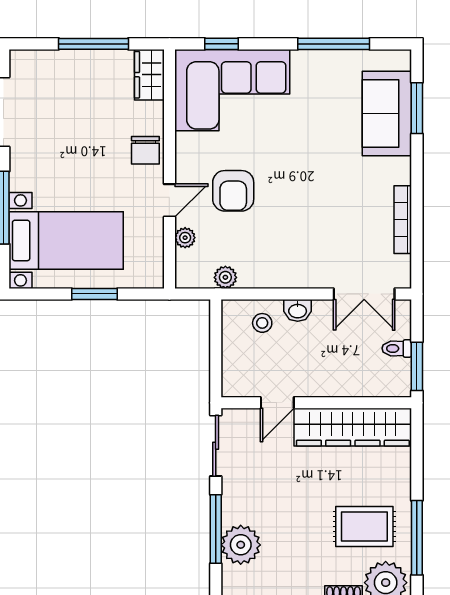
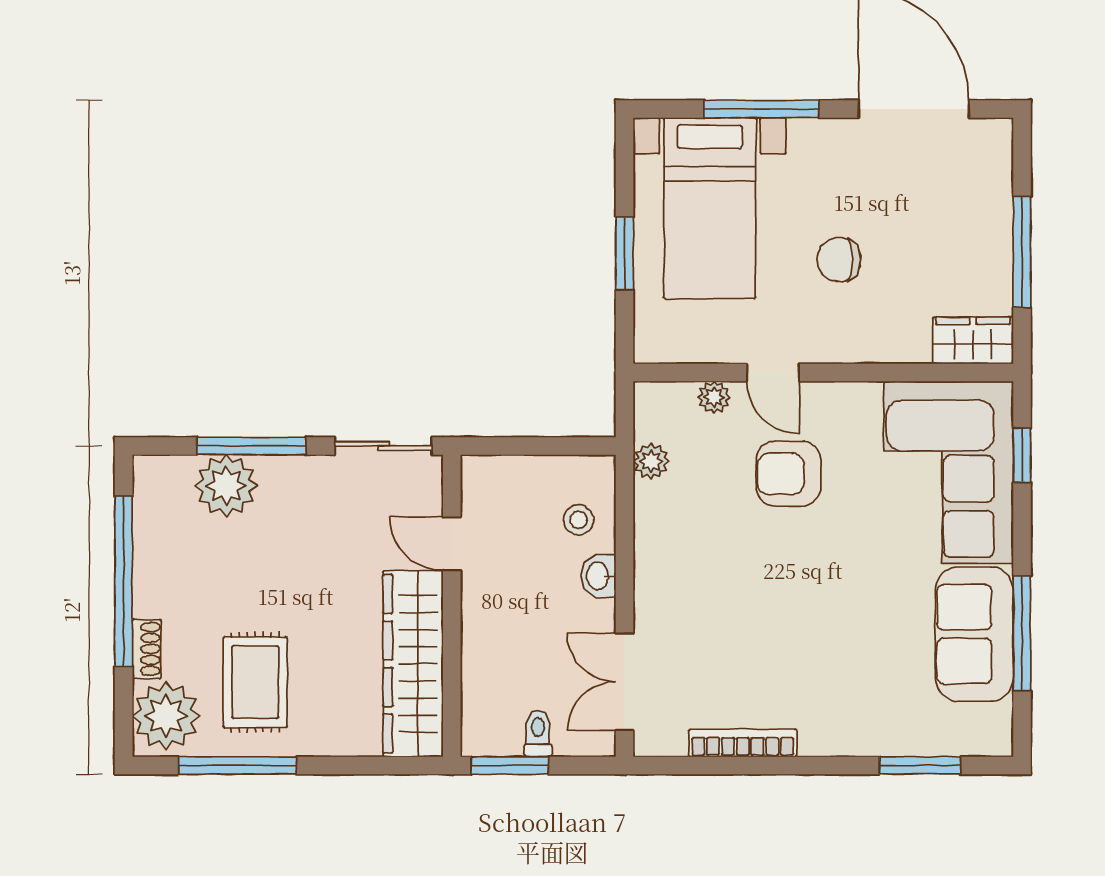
sofa: (387, 113) -> (974, 634), moved, turned -90
chair: (145, 150) -> (839, 260), moved

